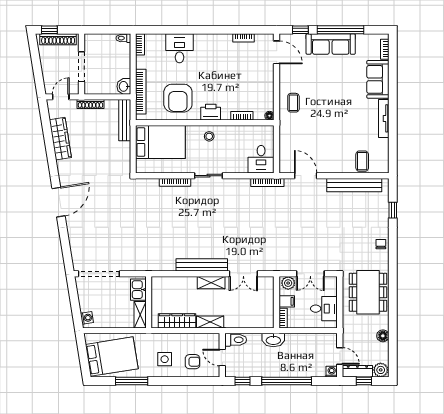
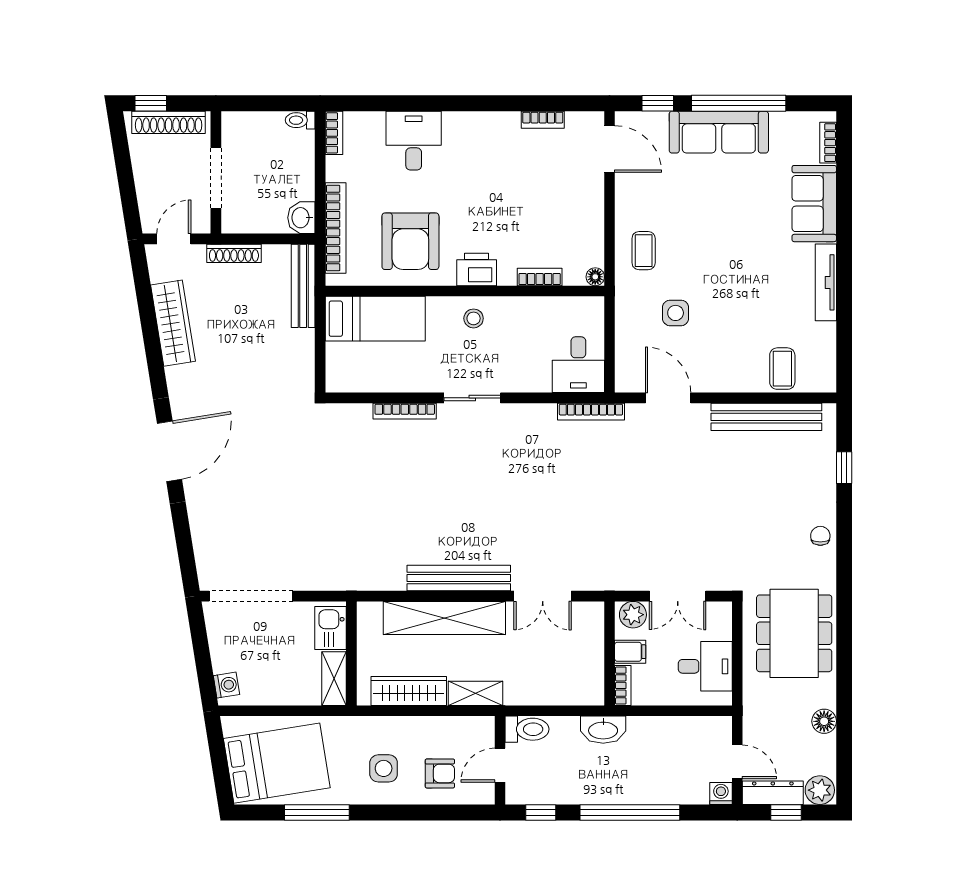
side table: (309, 134) -> (676, 313), added
bed: (160, 142) -> (375, 319), width x0.67
shelving: (211, 283) -> (444, 618), width x2.20, depth x1.33
door: (222, 358) -> (500, 765), hinge flipped

